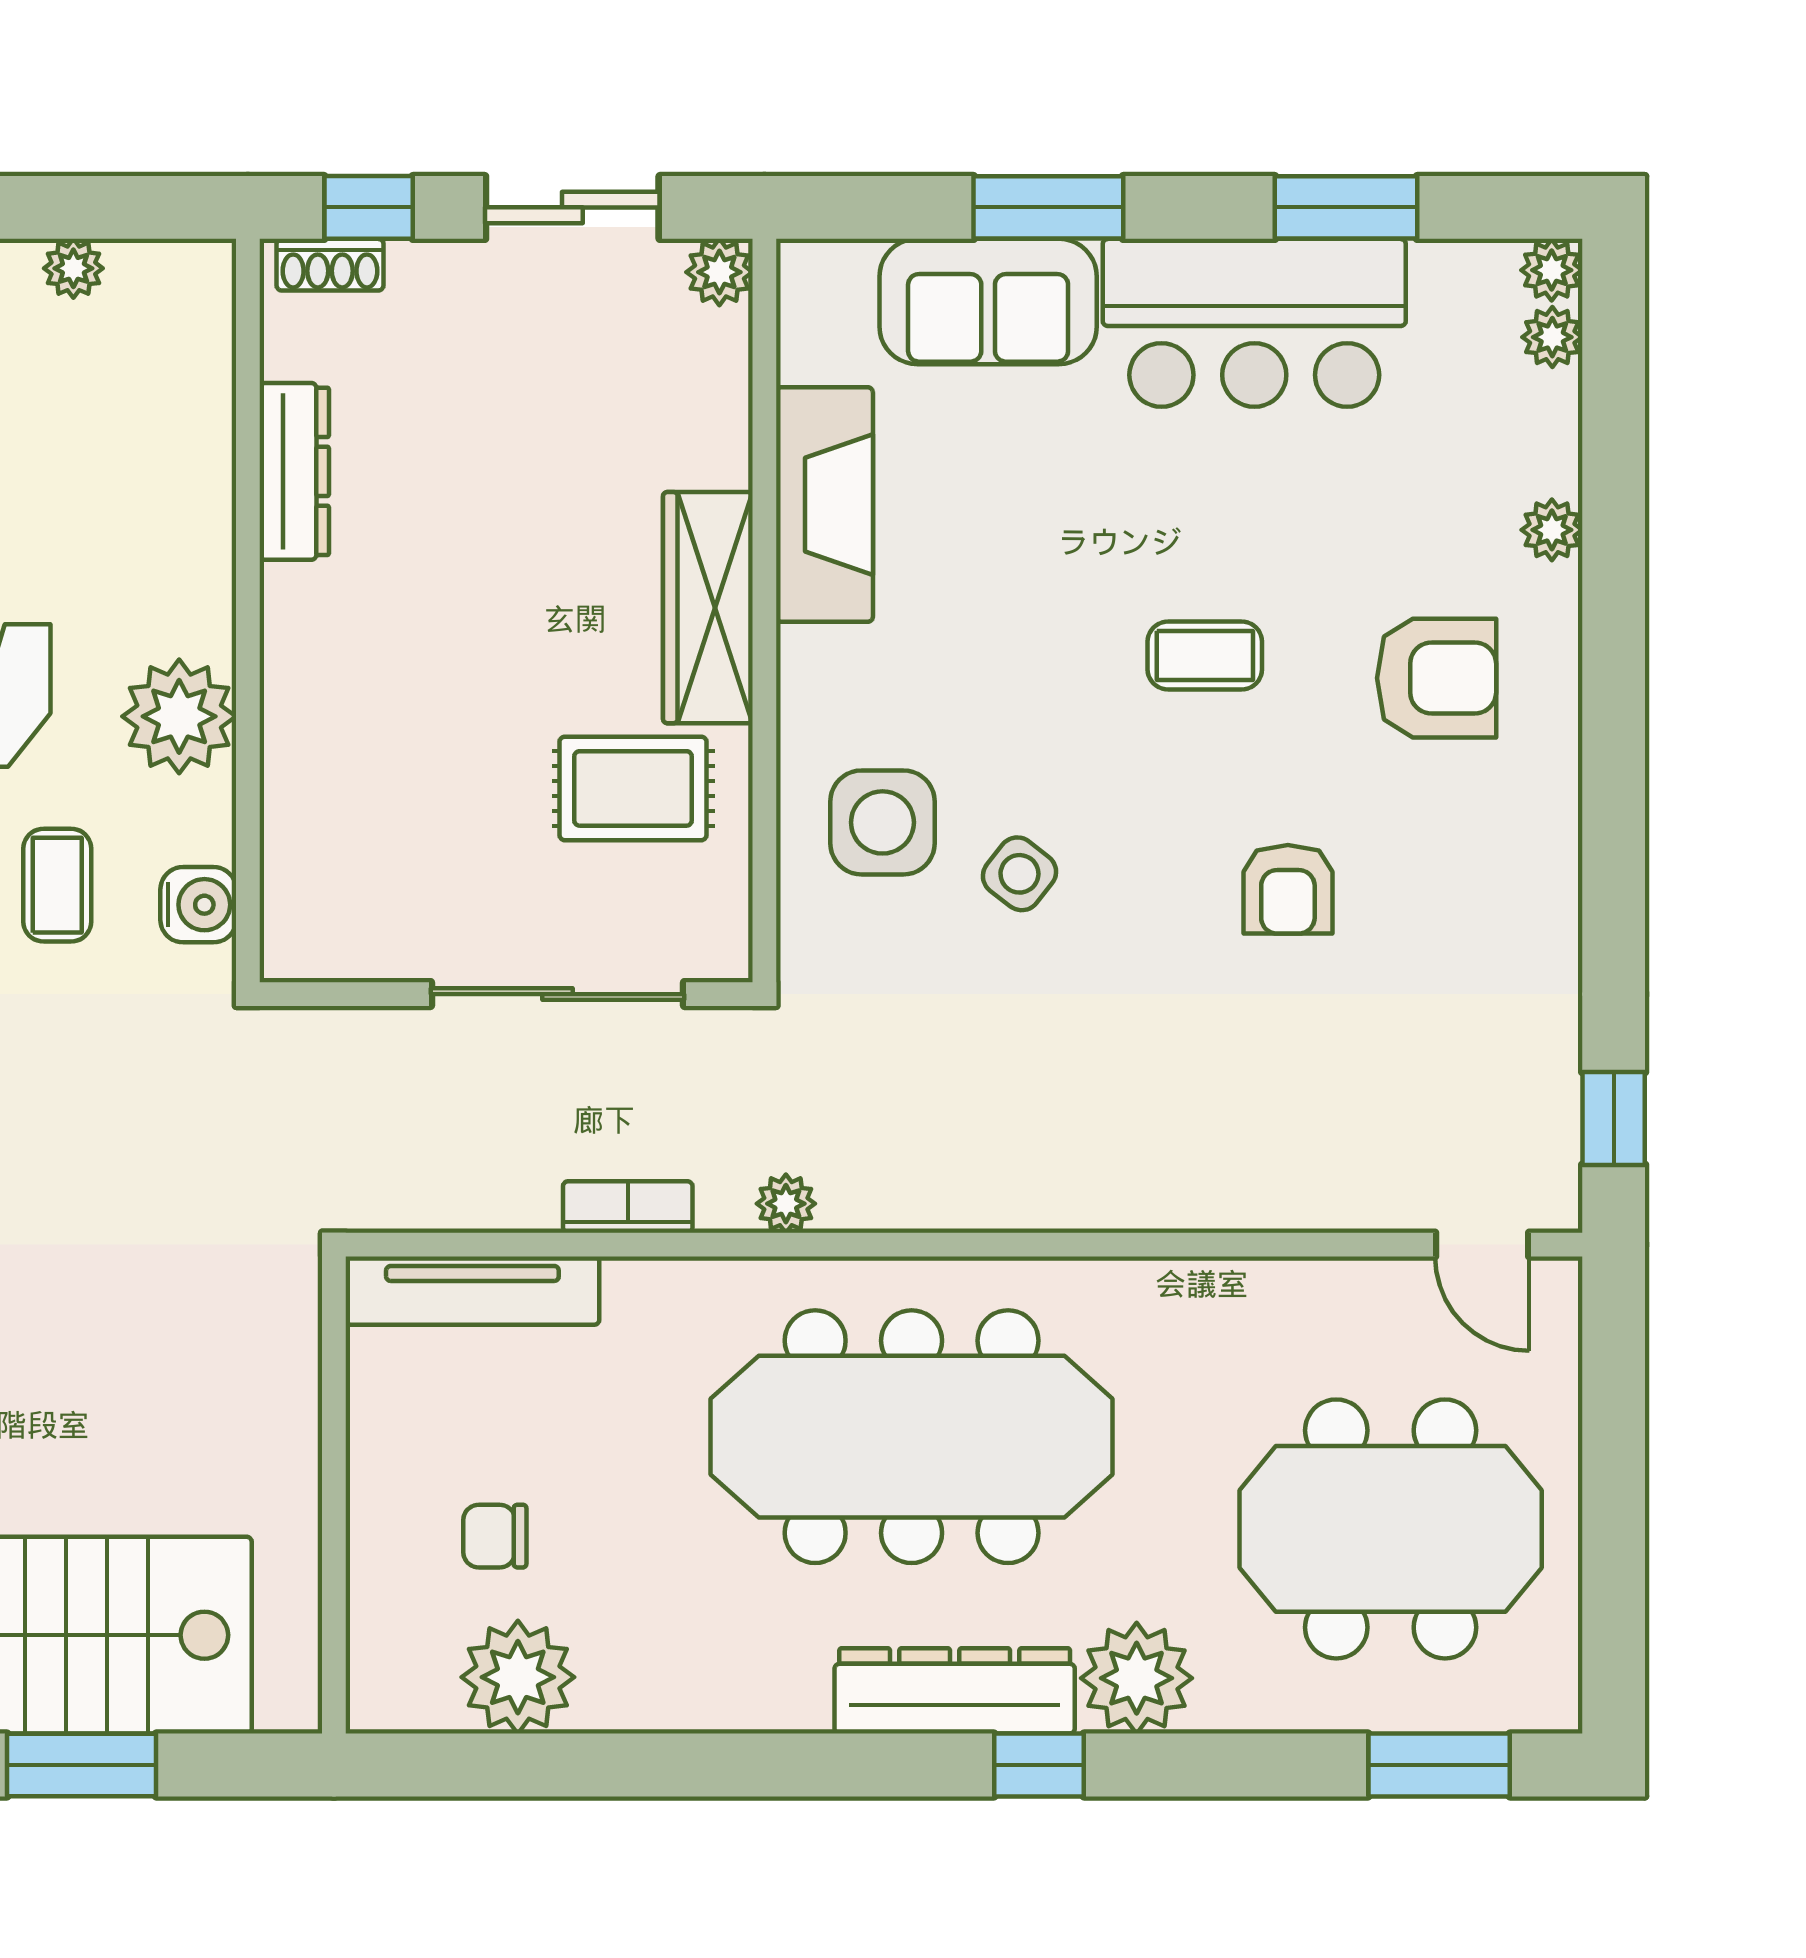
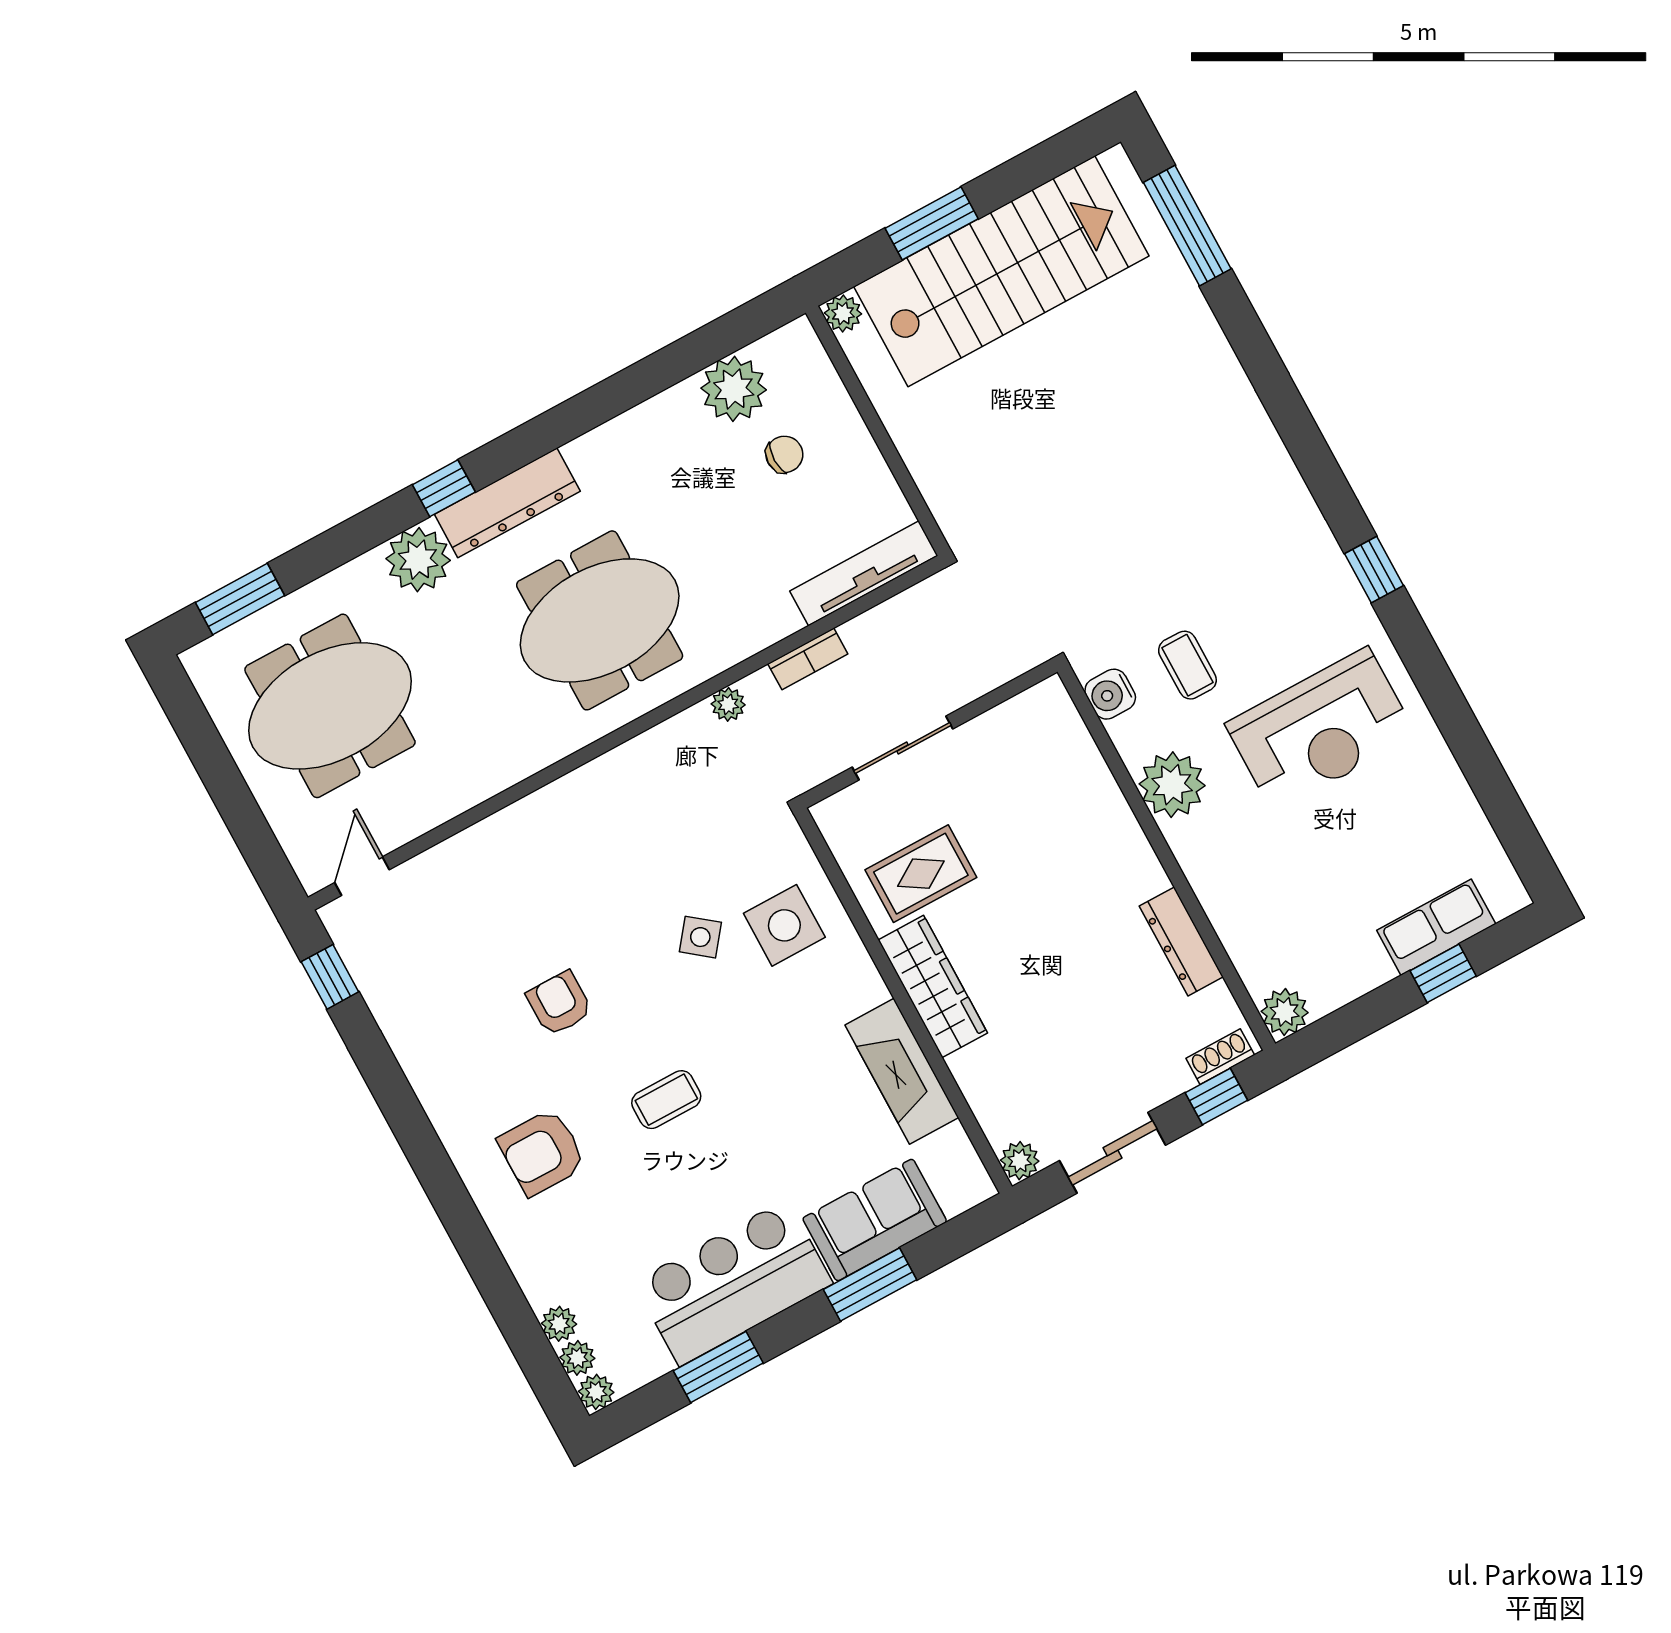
plant: (73, 268) -> (1285, 1012), moved, width x1.38, depth x1.38
plant: (1552, 530) -> (559, 1324), moved
sliding door: (557, 994) -> (902, 748), width x0.73
door: (1482, 1245) -> (362, 876), hinge flipped
meeting table: (912, 1437) -> (600, 620), width x0.73
plant: (290, 1702) -> (843, 313), added

